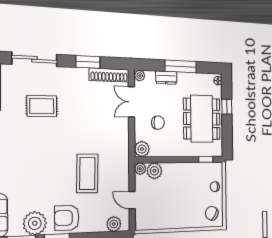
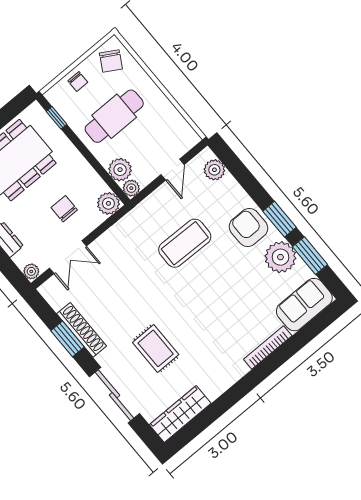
shoe rack: (109, 75) -> (82, 330), moved
cafe table: (184, 191) -> (114, 116), added
armchair: (67, 218) -> (248, 227), turned 180

